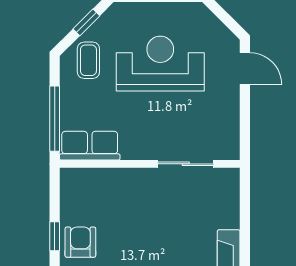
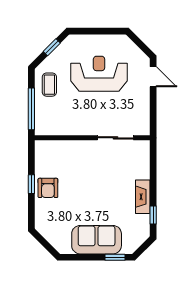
coffee table: (88, 60) -> (49, 85), moved
row of seats: (90, 146) -> (54, 126), removed
armchair: (80, 242) -> (48, 188), turned 180

